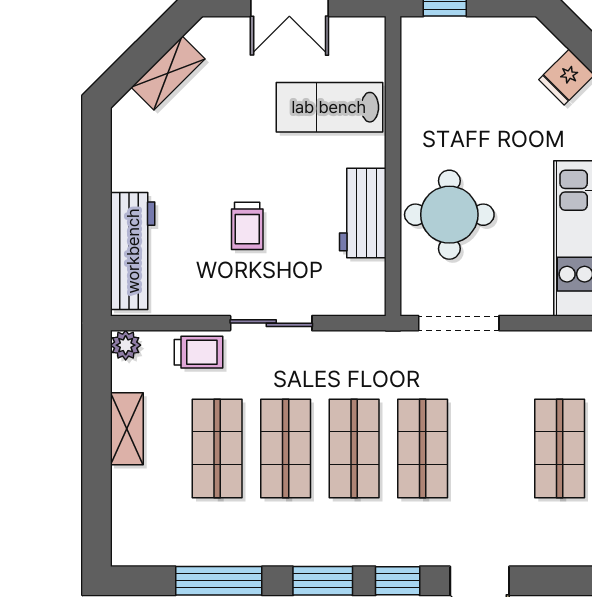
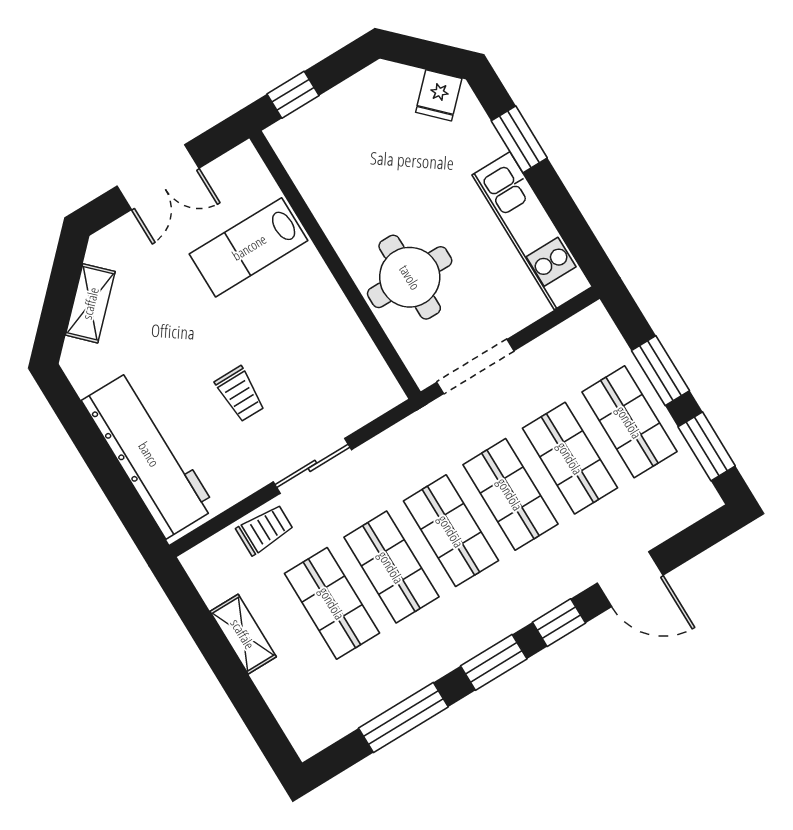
workbench: (363, 213) -> (334, 322), removed
workbench: (133, 251) -> (149, 454), width x1.36, depth x1.32
plant: (126, 345) -> (198, 562), removed
shop shelf: (491, 448) -> (570, 458), added

